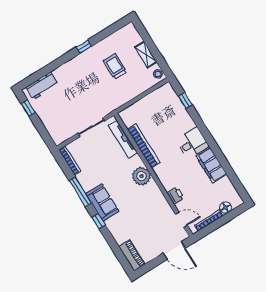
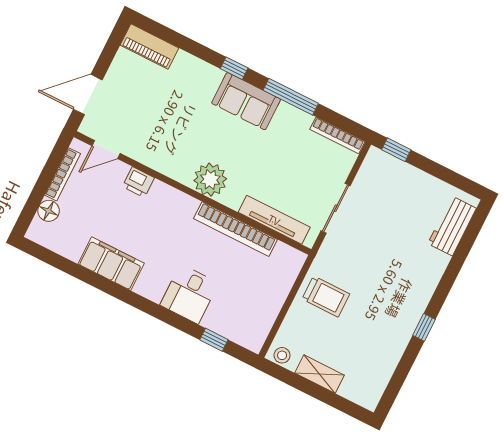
trolley: (115, 66) -> (326, 297), moved
window: (28, 108) -> (396, 150), moved
desk: (193, 143) -> (189, 294), moved

